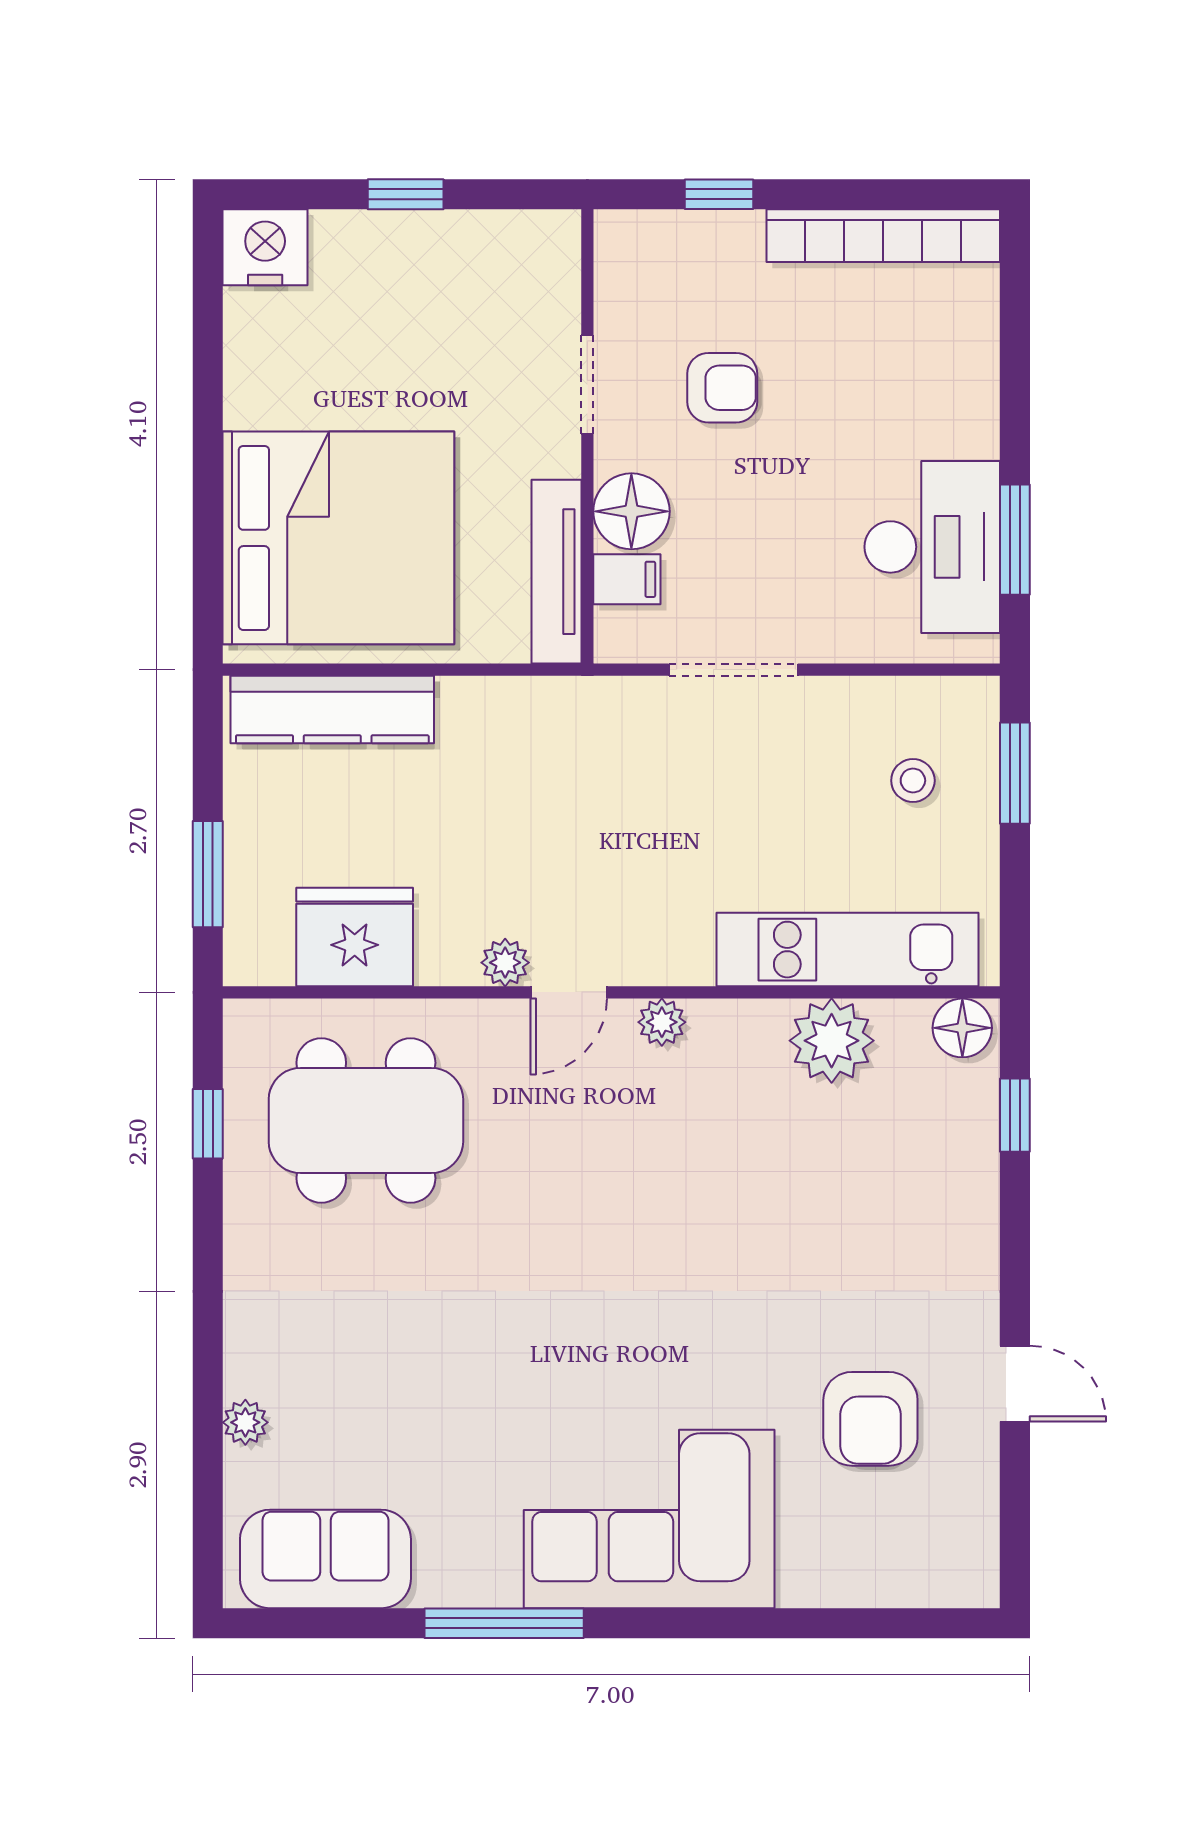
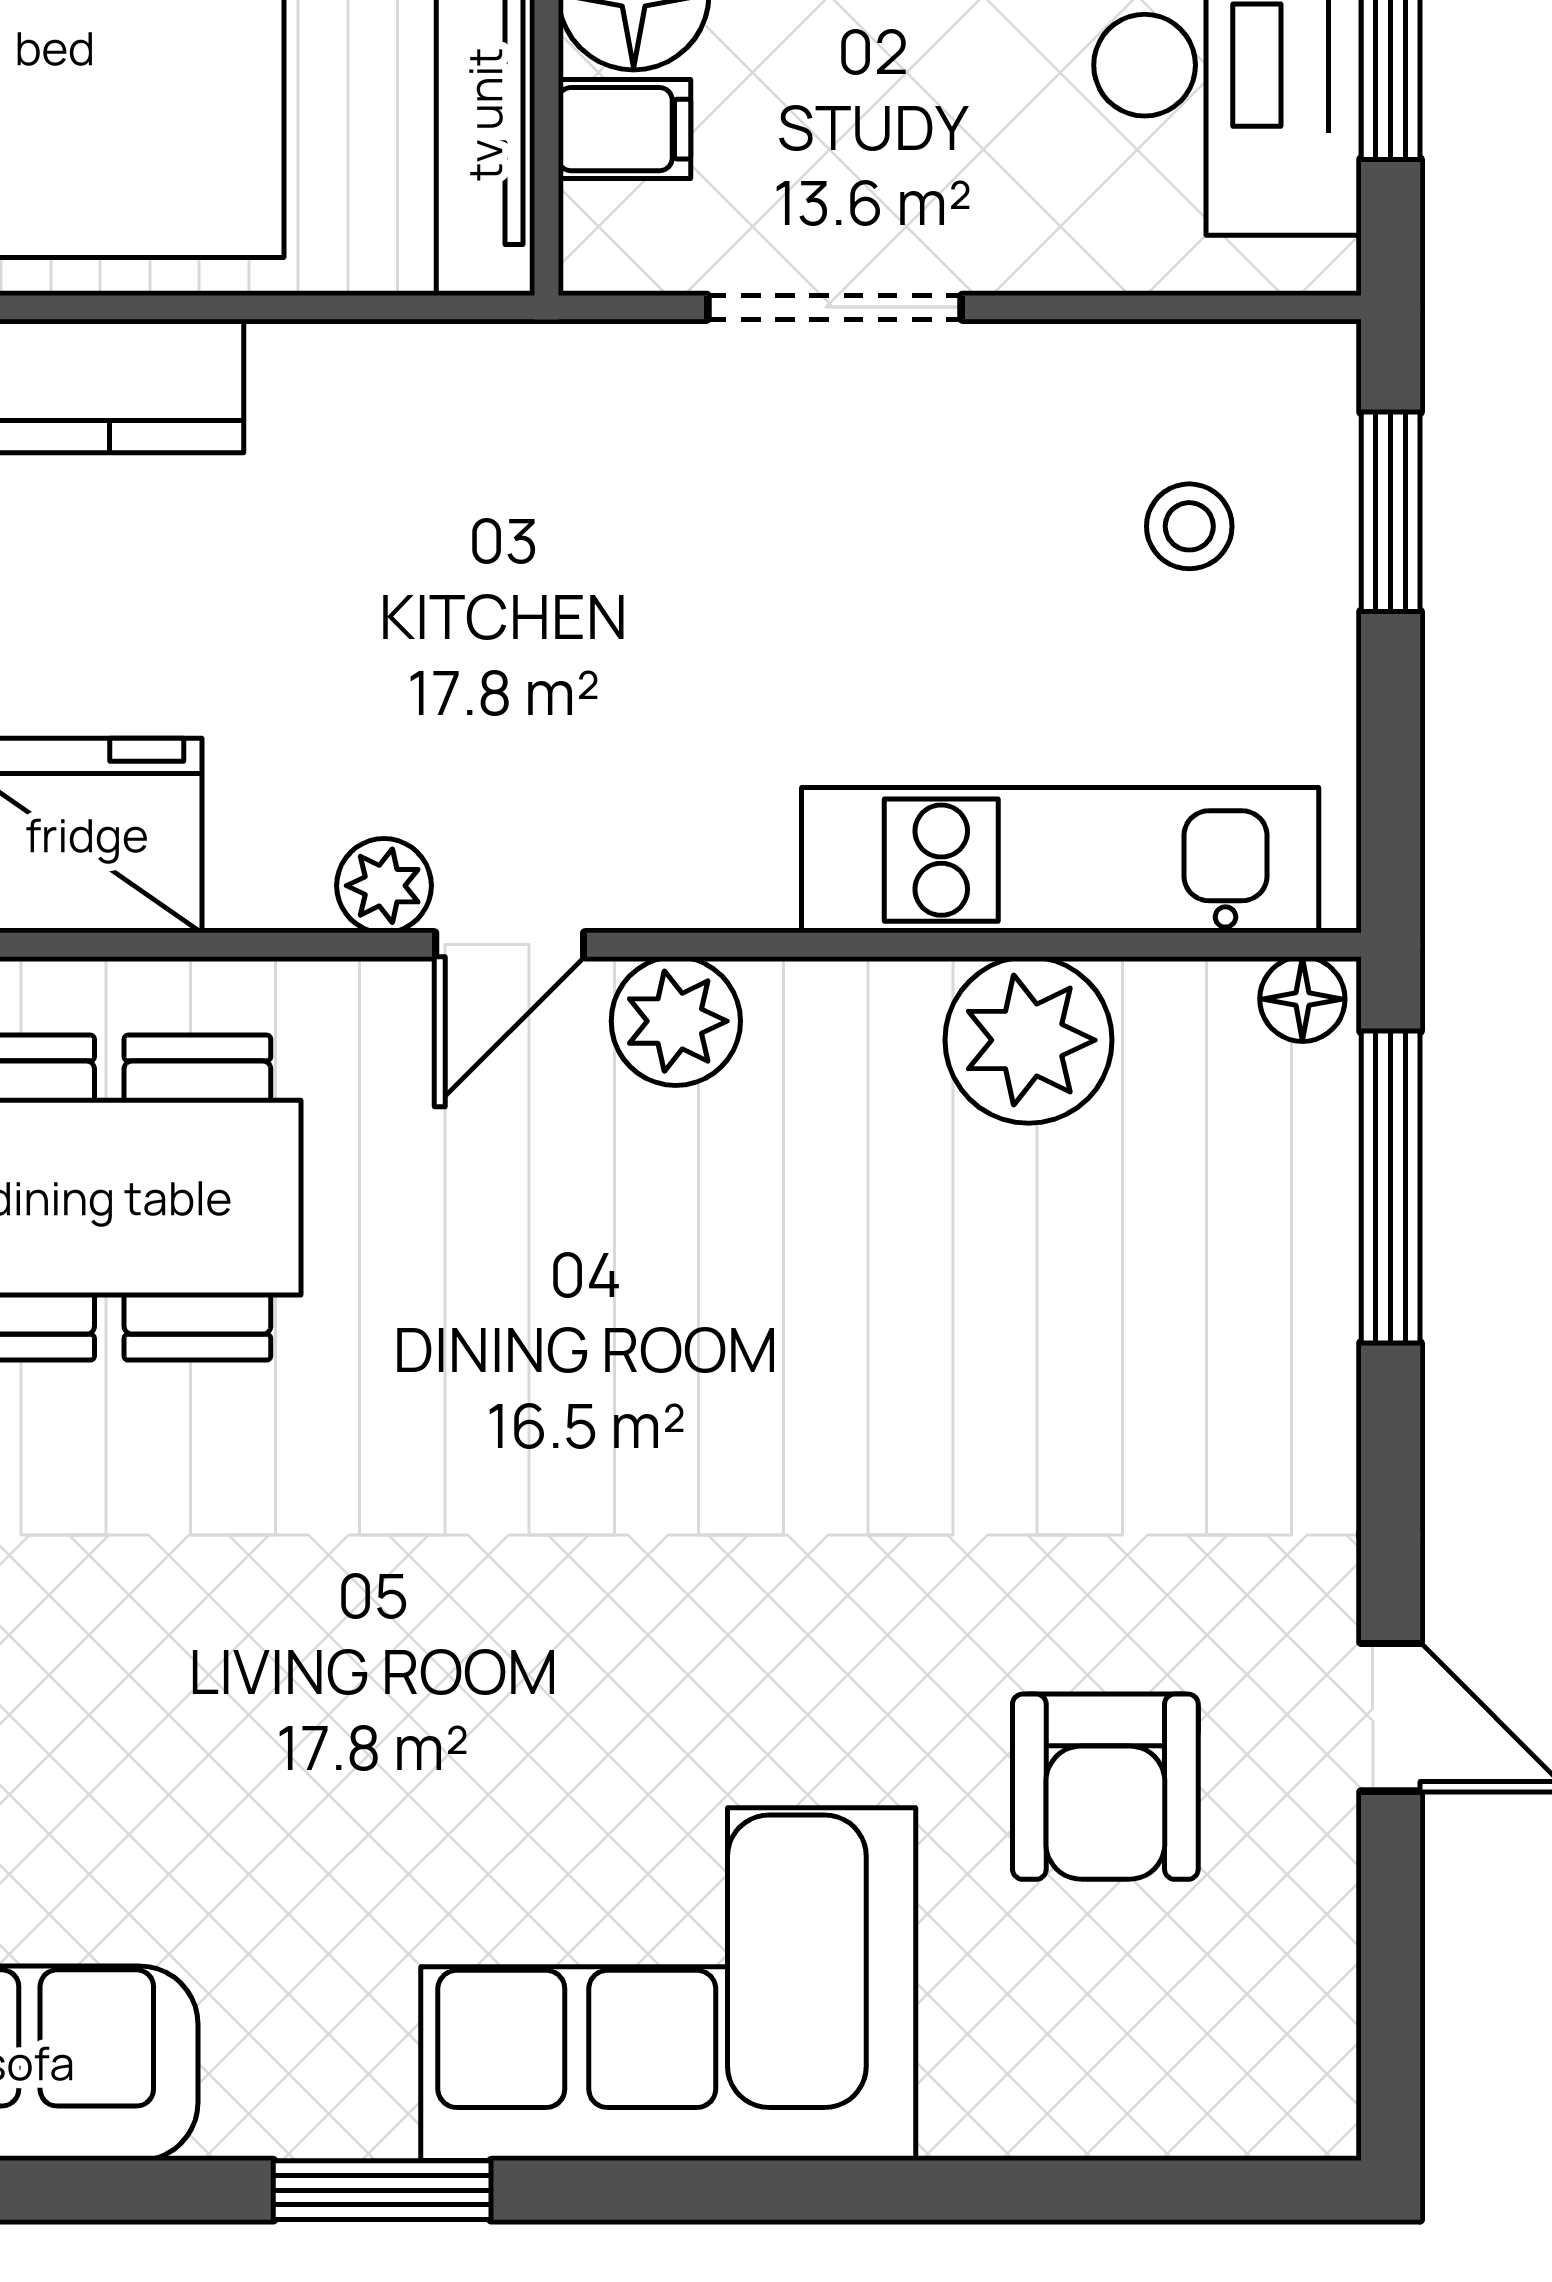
plant: (662, 1022) -> (676, 1021), width x1.38, depth x1.38
floor lamp: (962, 1028) -> (1302, 999), width x0.73, depth x0.73
window: (1015, 1115) -> (1391, 1187), width x2.17
window: (504, 1623) -> (382, 2190), width x0.69

